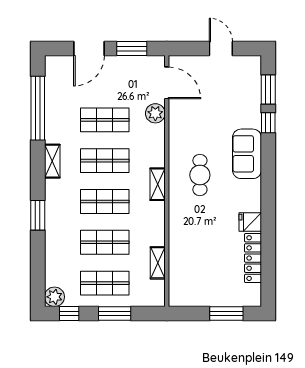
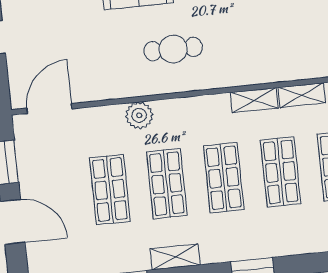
plant: (155, 113) -> (139, 115), moved
shelving: (158, 184) -> (254, 100), moved

